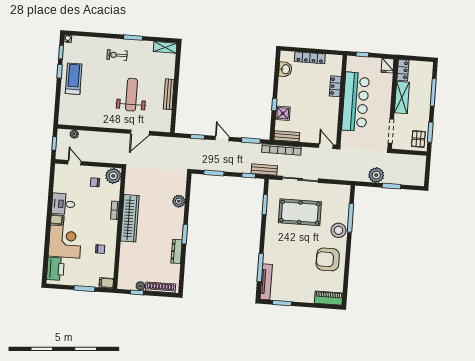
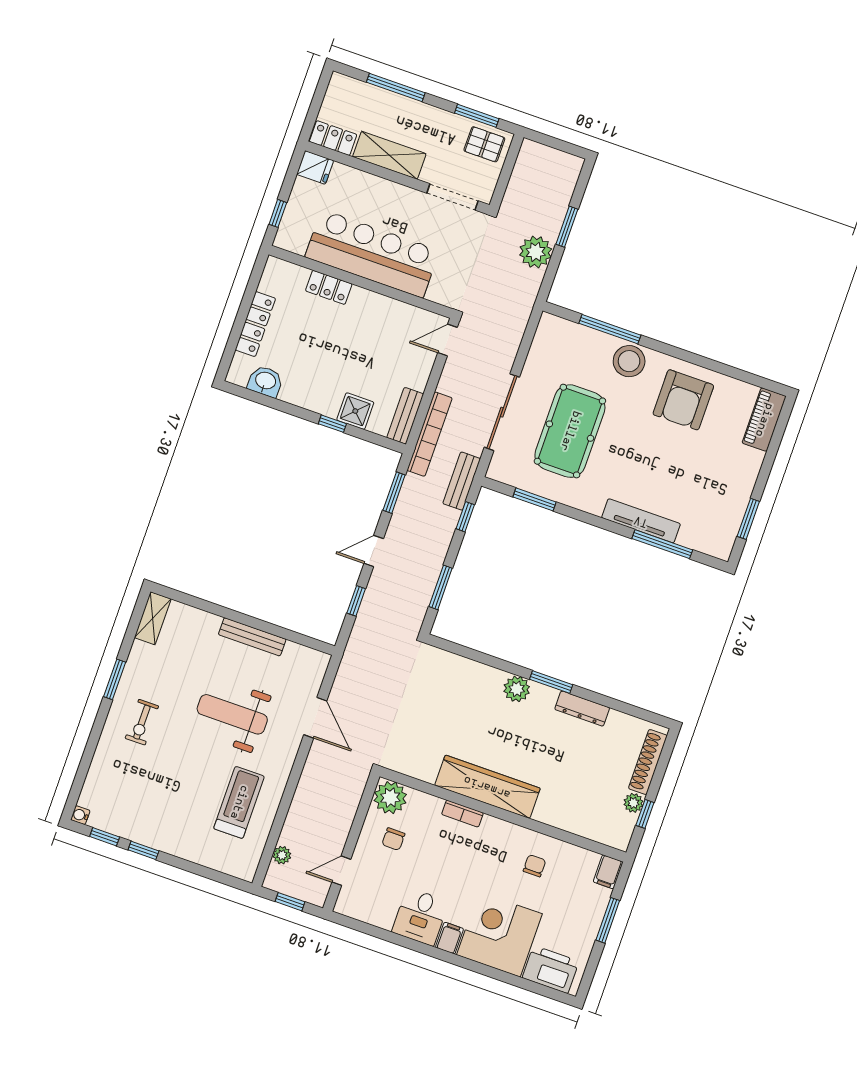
treadmill: (74, 79) -> (239, 802), moved, turned 90
plant: (179, 201) -> (517, 689), moved
tv unit: (266, 282) -> (641, 521), moved

